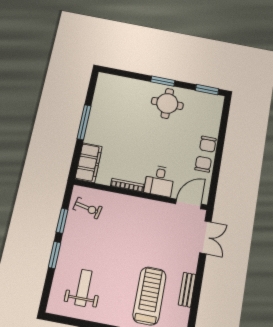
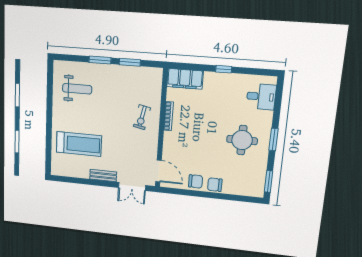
round table: (167, 103) -> (242, 140), moved
window: (84, 122) -> (224, 69), width x0.46
desk: (159, 181) -> (261, 97), moved, turned 180
exercise bike: (88, 208) -> (142, 117), moved
bench: (187, 290) -> (103, 176), moved

